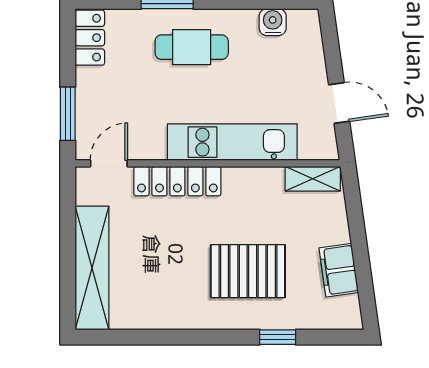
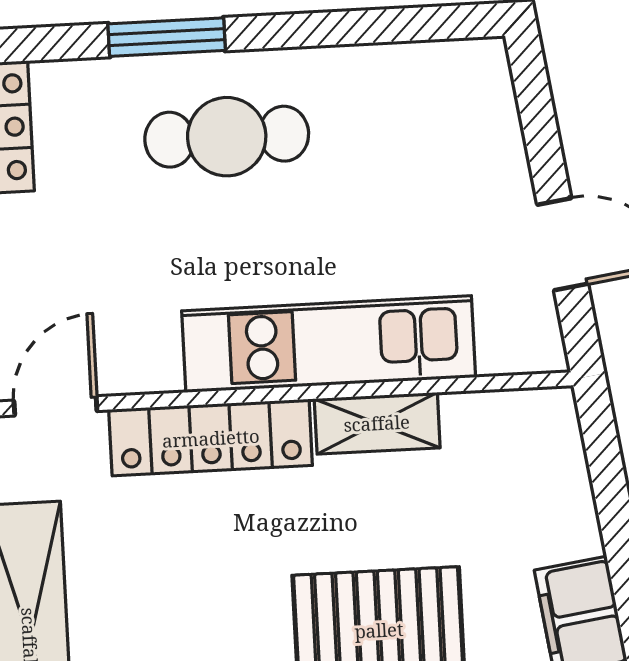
water cooler: (273, 22) -> (405, 71), removed
shelving: (313, 179) -> (377, 423), moved

